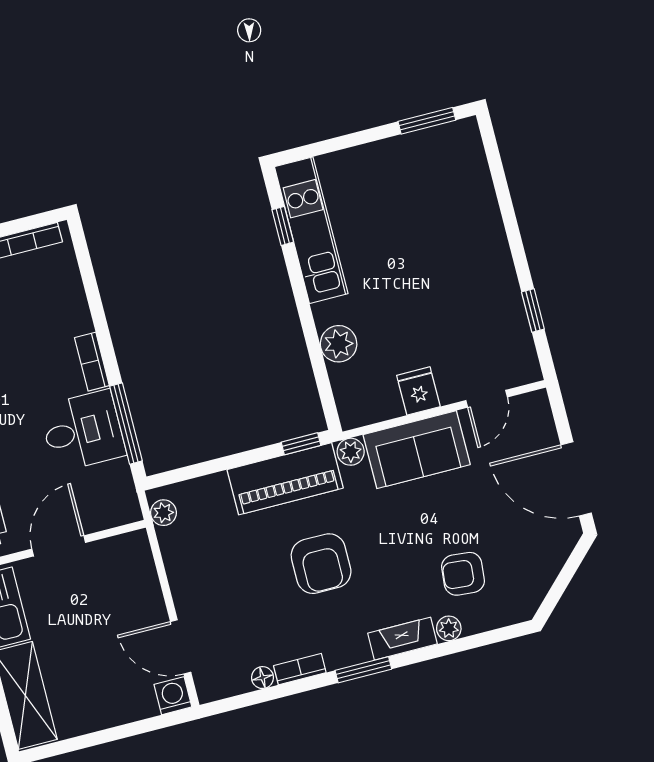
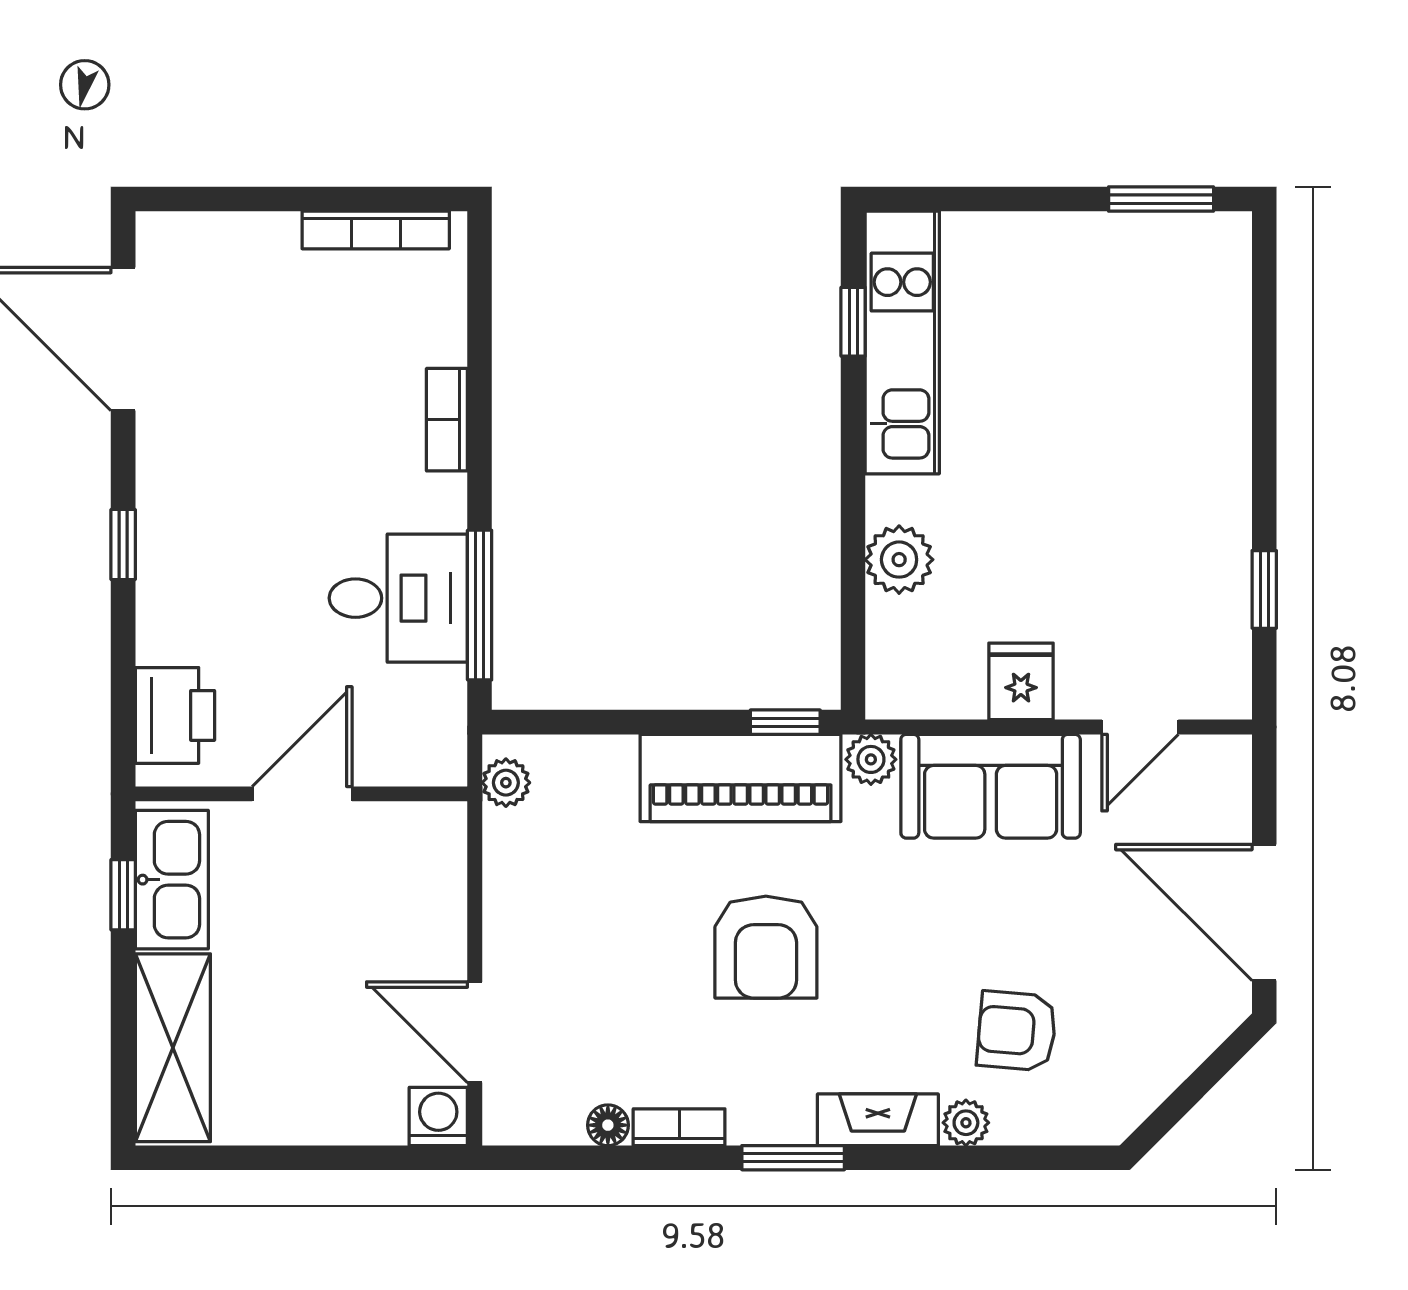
bookcase: (92, 362) -> (447, 420), moved

